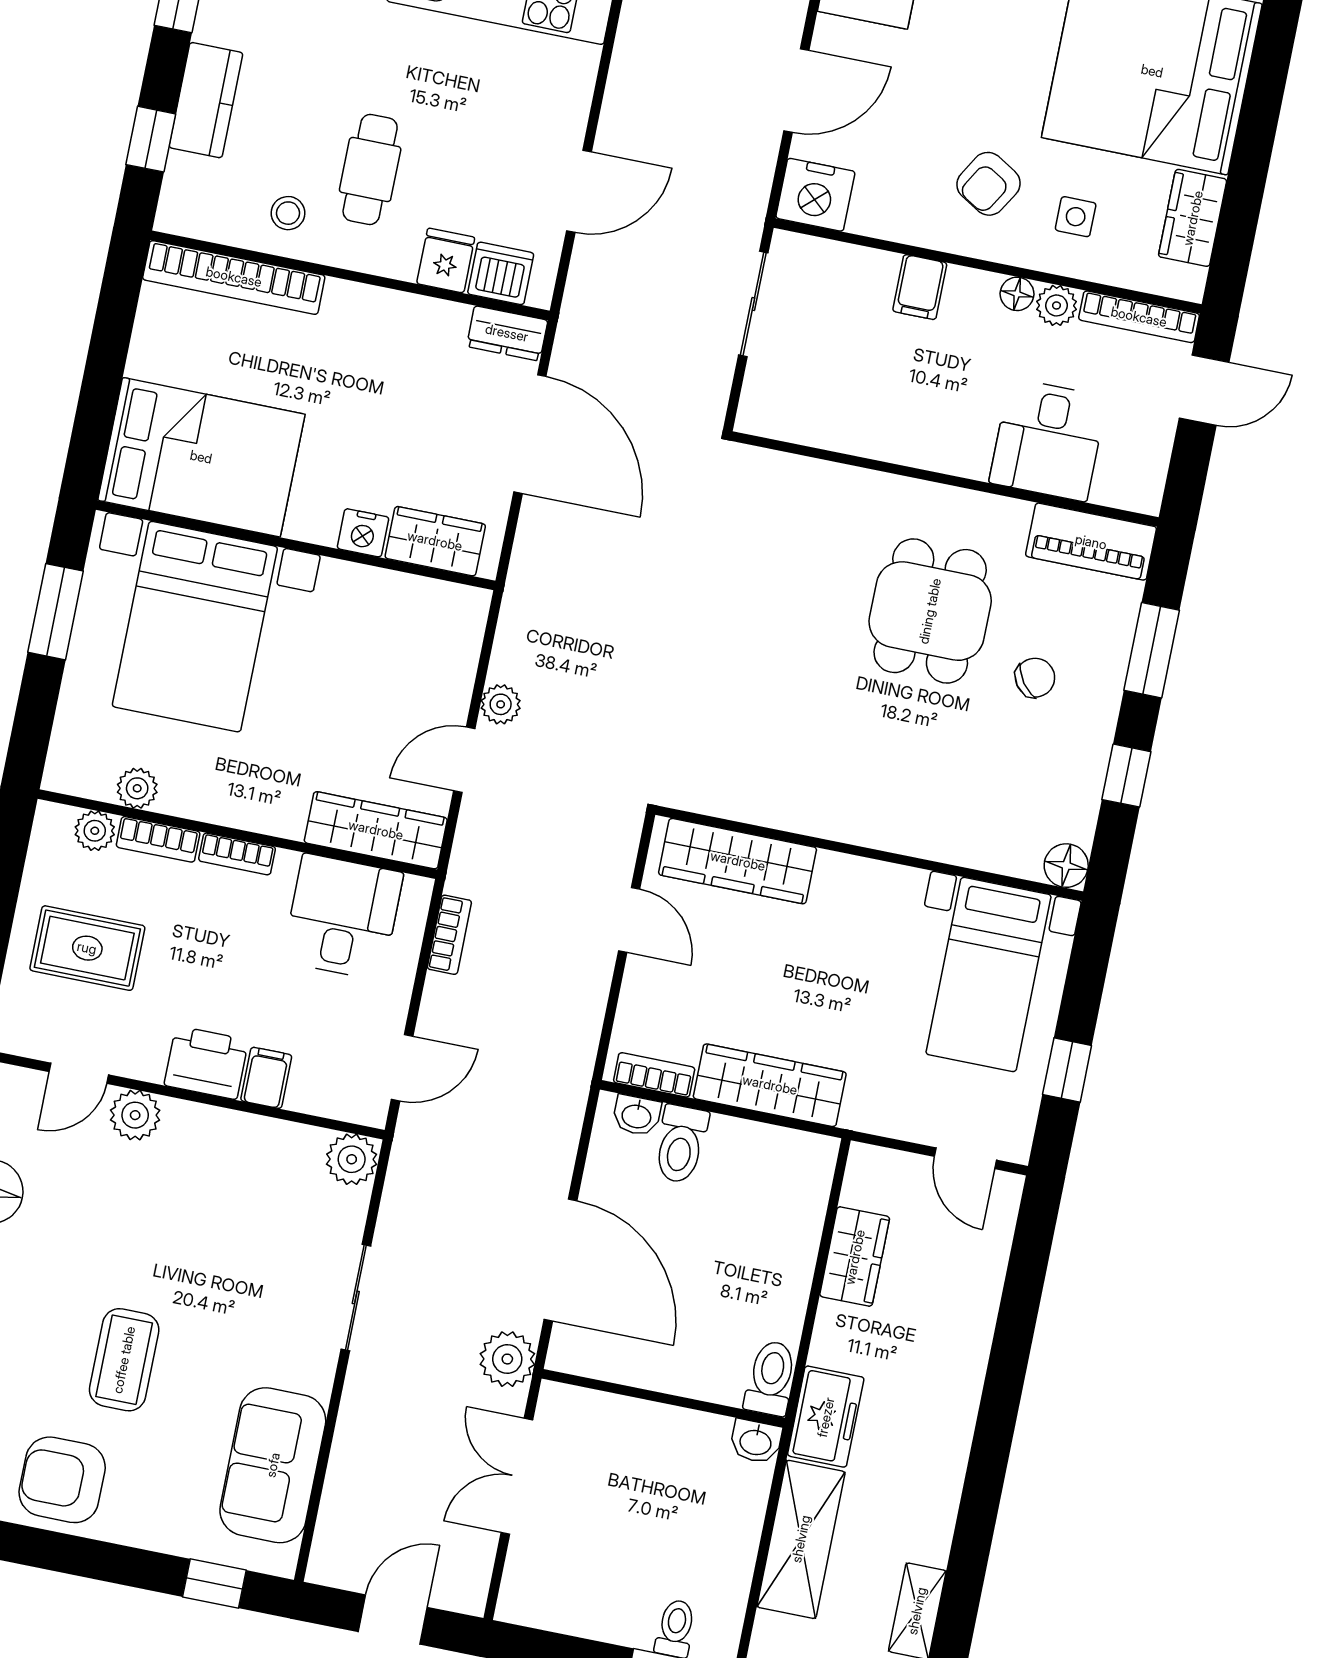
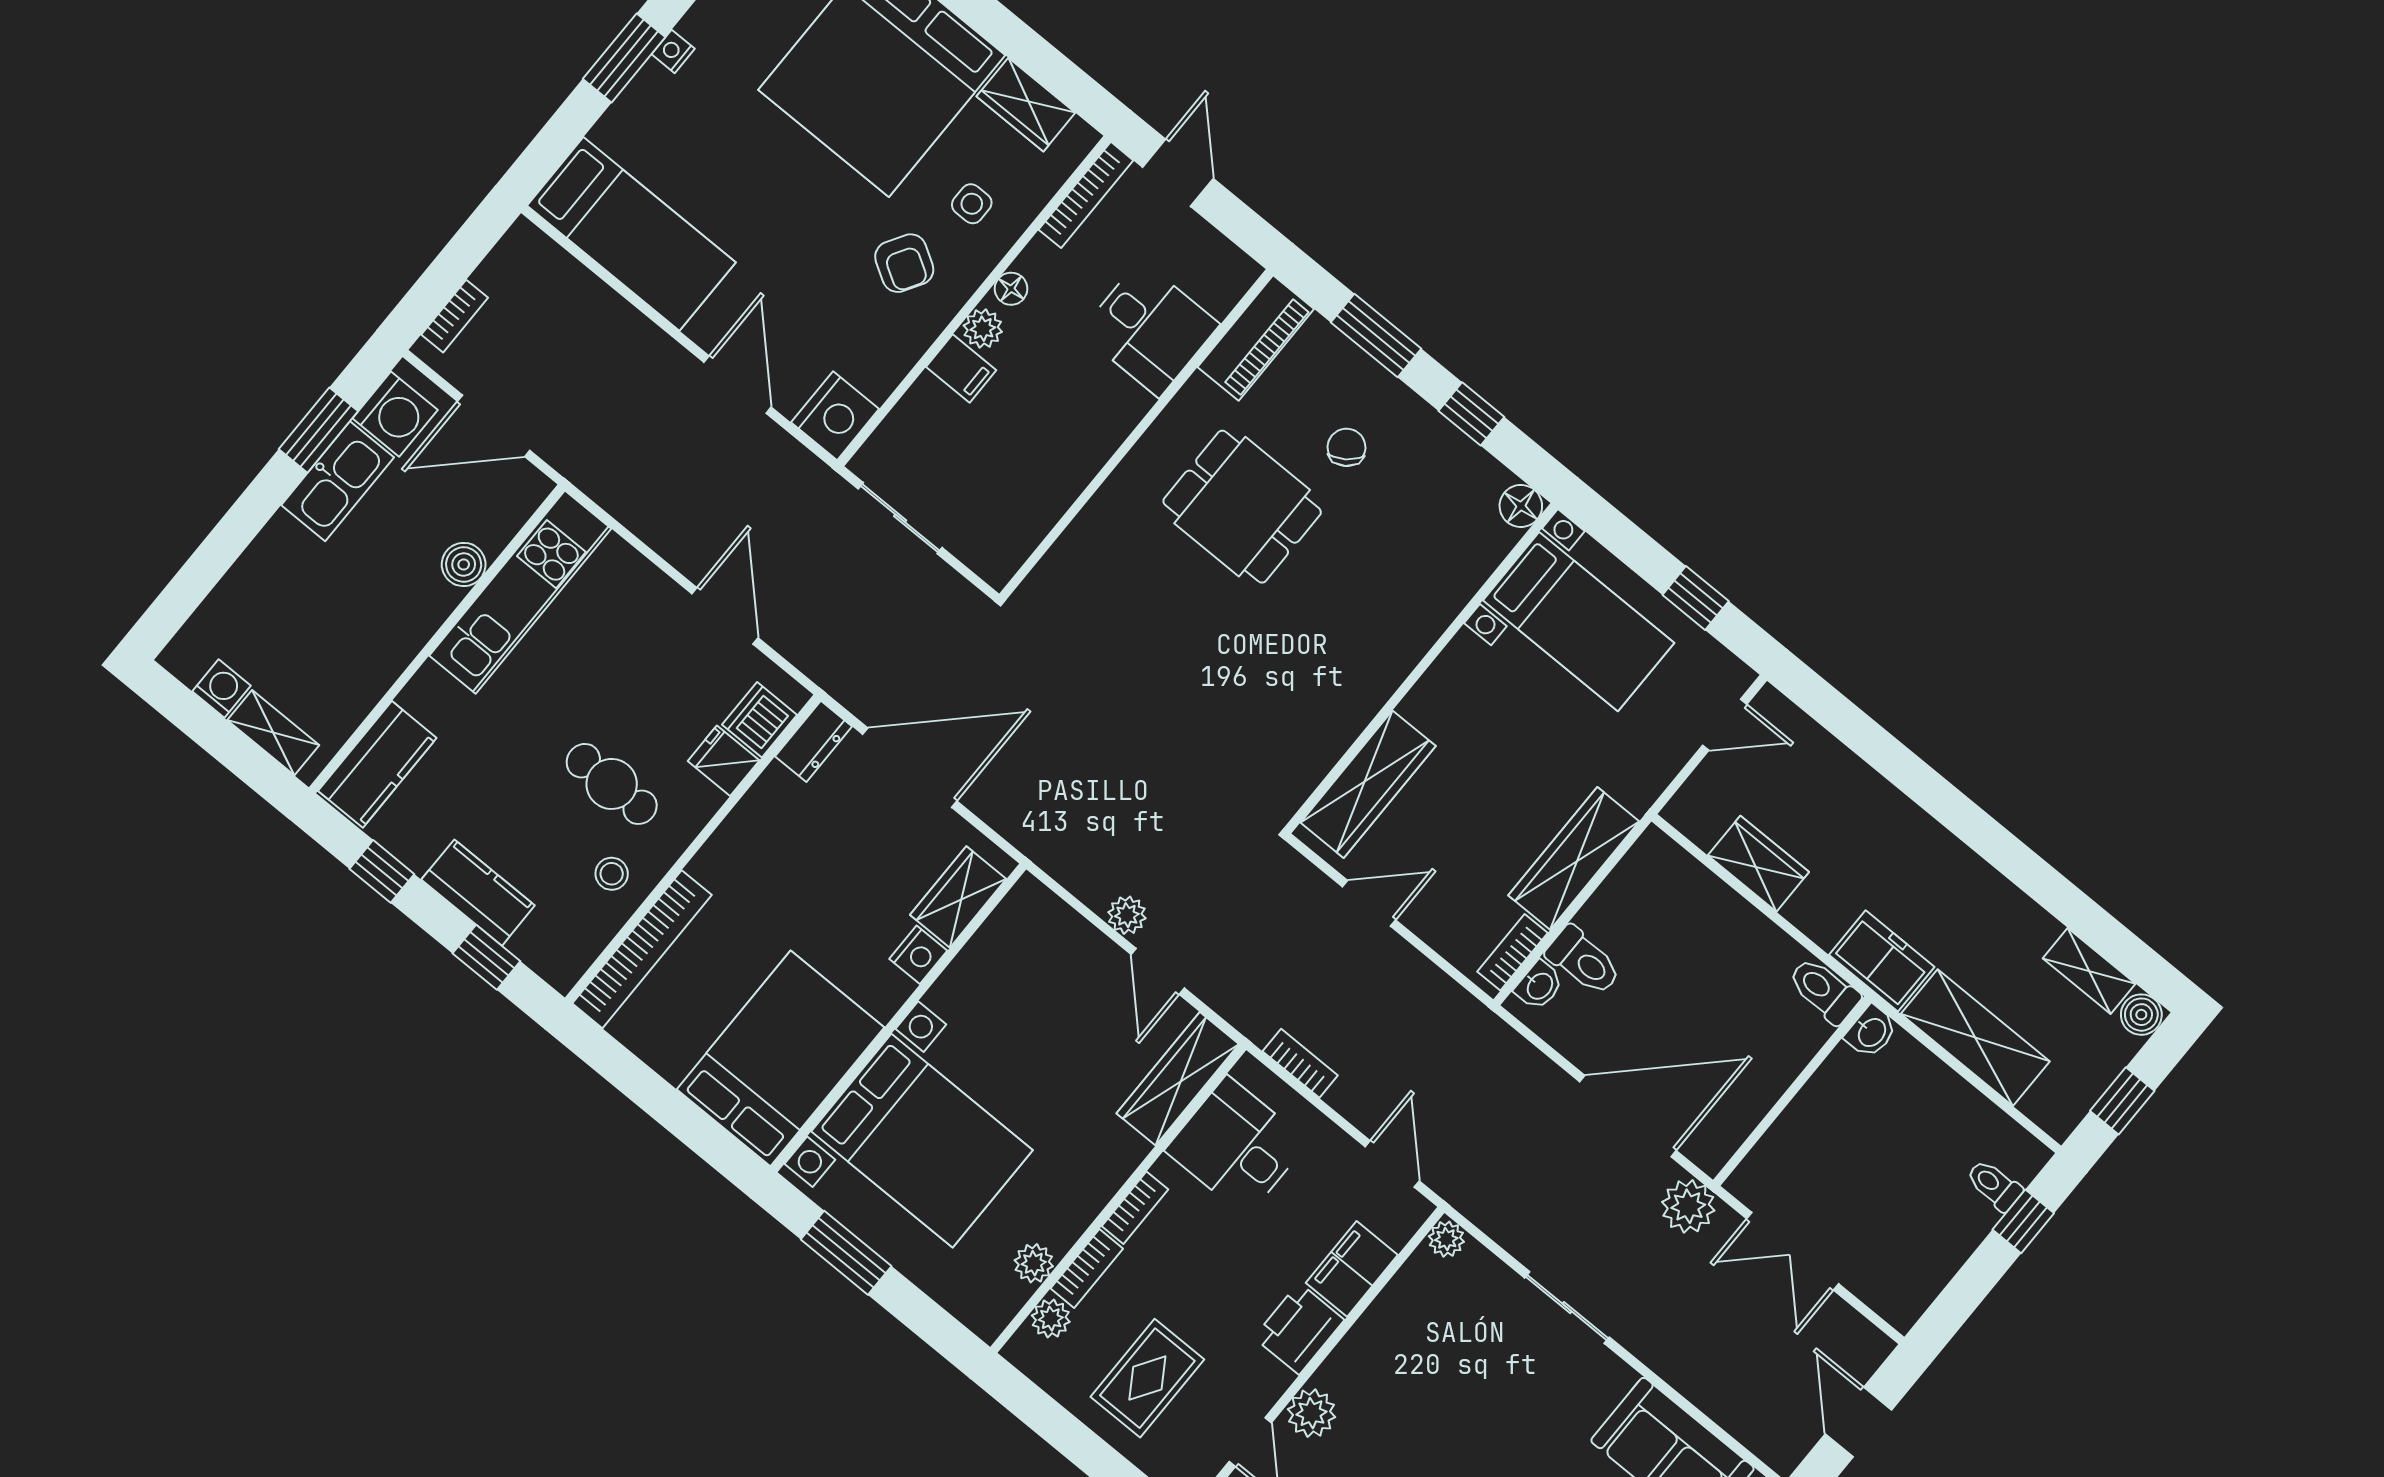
plant: (1056, 305) -> (983, 329), moved
filing cabinet: (266, 1078) -> (1352, 1269), width x2.00
plant: (352, 1159) -> (1446, 1239), width x0.73, depth x0.73

